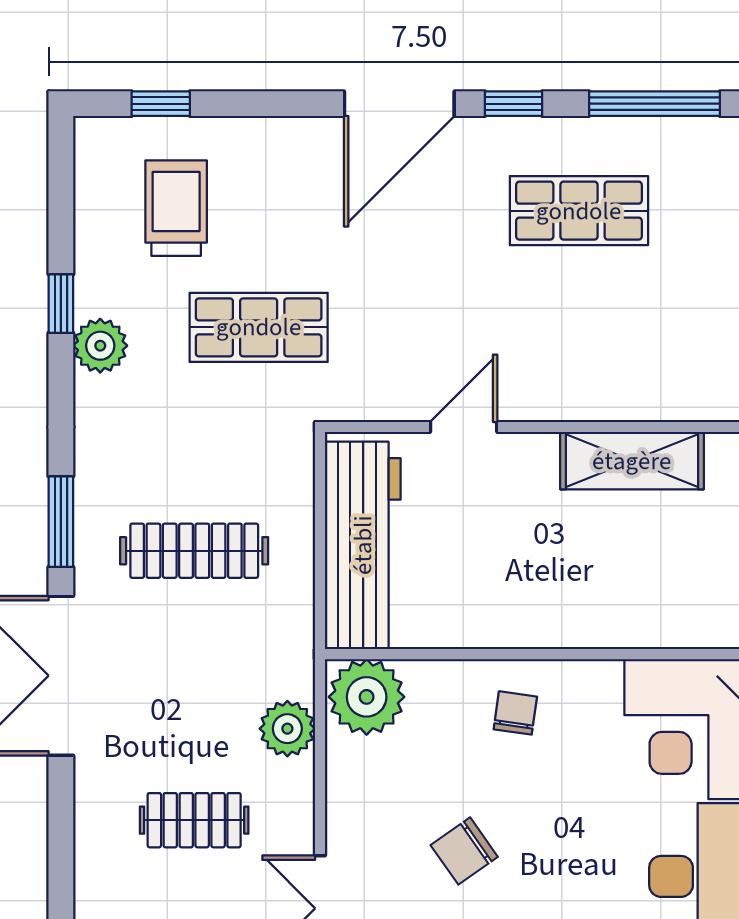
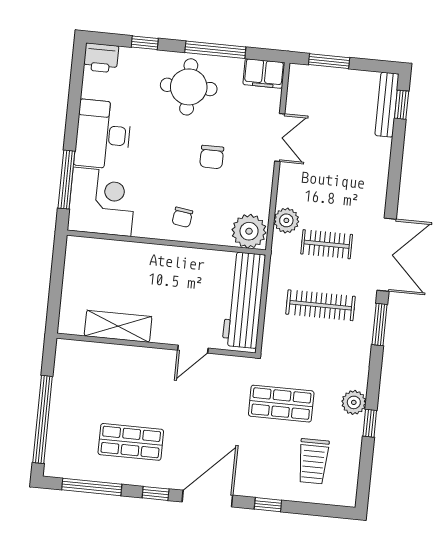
window: (161, 104) -> (268, 505), moved
clothes rail: (194, 820) -> (327, 244), moved
chair: (464, 851) -> (212, 157), turned 125

